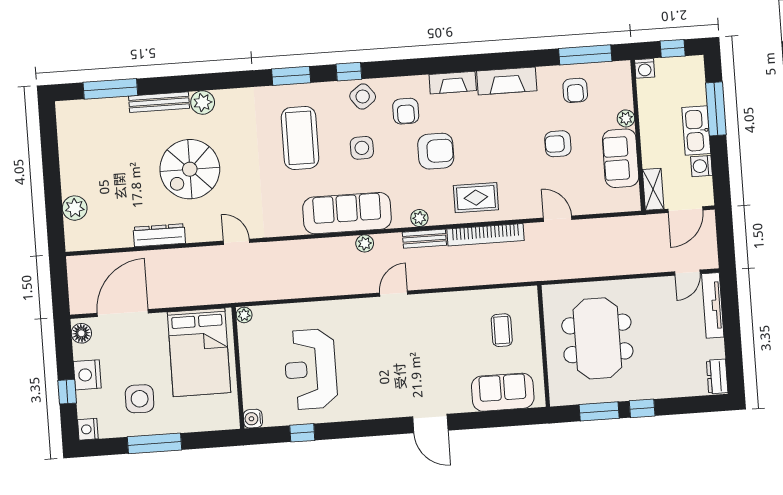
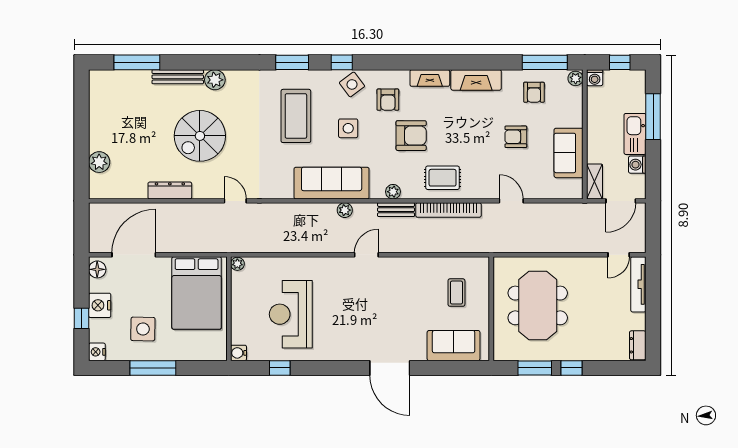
plant: (626, 118) -> (576, 78), moved
door: (430, 424) -> (390, 368), width x1.36

